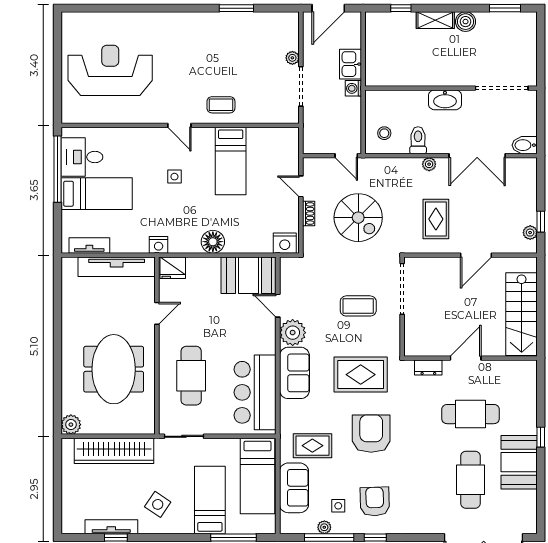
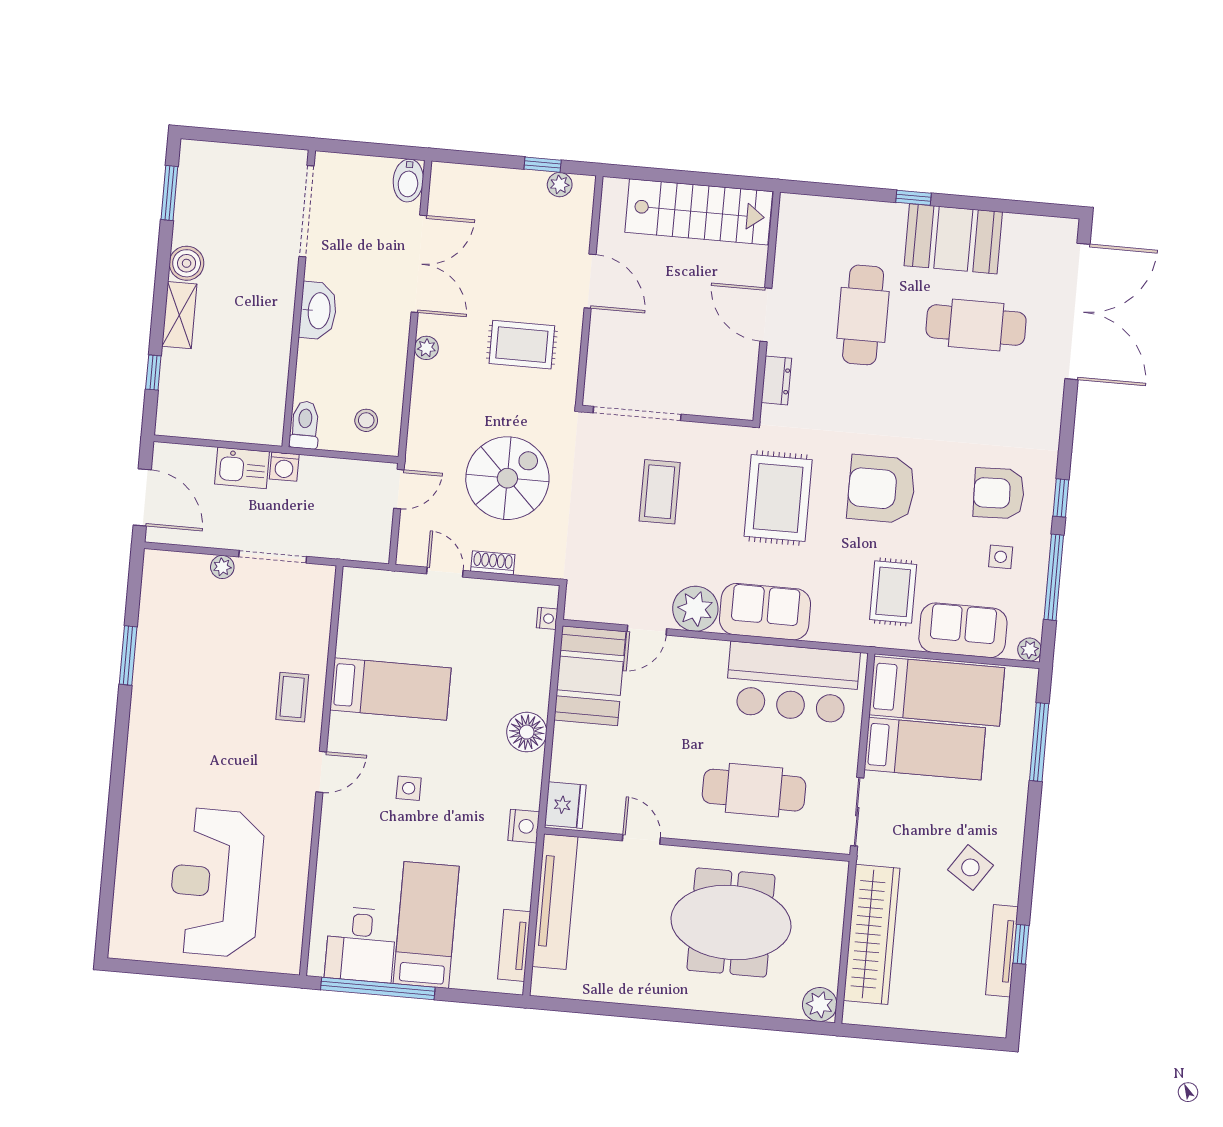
toilet: (418, 140) -> (305, 425), moved, turned 90
door: (301, 186) -> (445, 572), swing flipped
nightstand: (285, 243) -> (547, 618), width x0.53, depth x0.56
bed: (210, 500) -> (925, 749), moved, turned 180
plant: (324, 527) -> (1030, 650), moved

